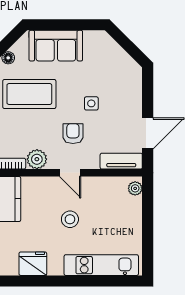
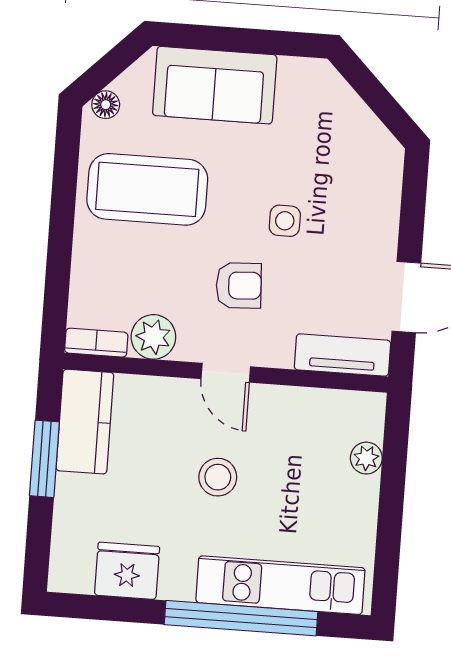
armchair: (73, 134) -> (239, 285), turned 87
plant: (135, 188) -> (366, 458), moved
window: (85, 281) -> (241, 618), added

